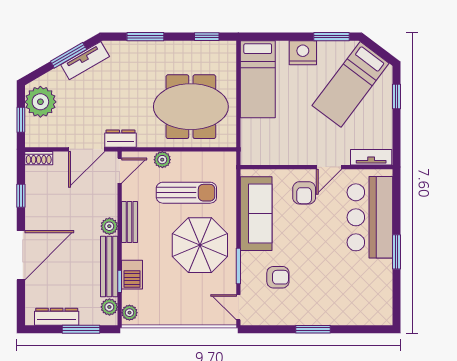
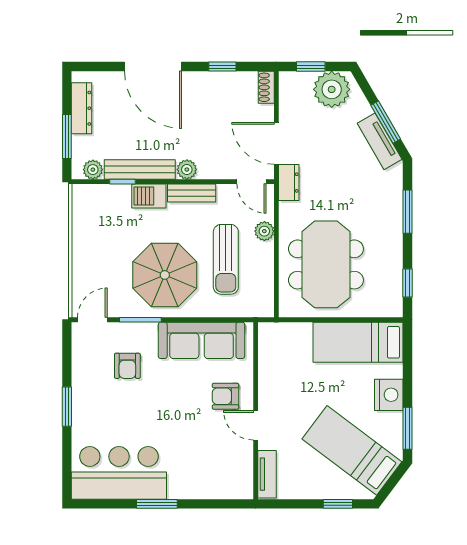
bar counter: (370, 217) -> (119, 473), moved
barbecue: (132, 275) -> (149, 196), moved
plant: (129, 313) -> (86, 193), removed

